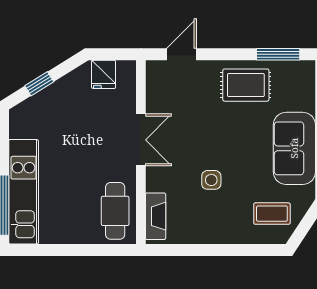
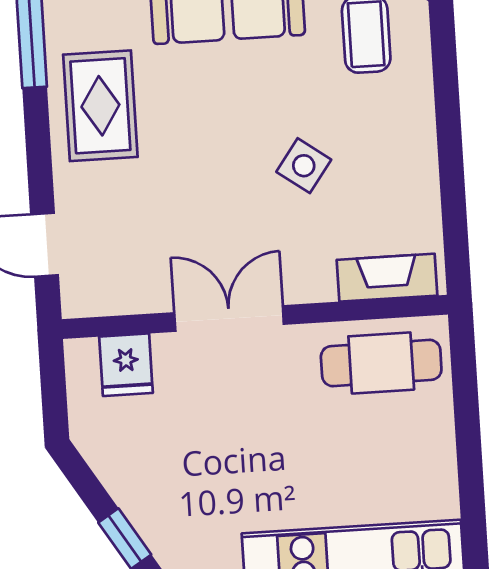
fridge: (104, 74) -> (126, 365), moved, turned 90
side table: (211, 180) -> (304, 166), turned 36

